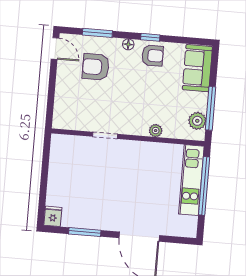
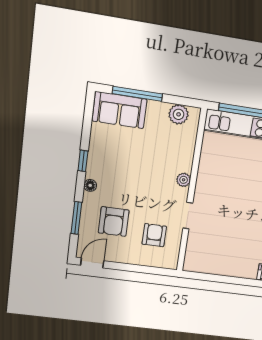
armchair: (153, 56) -> (154, 235), moved
window: (211, 108) -> (137, 94), moved
plant: (156, 131) -> (184, 180), moved

